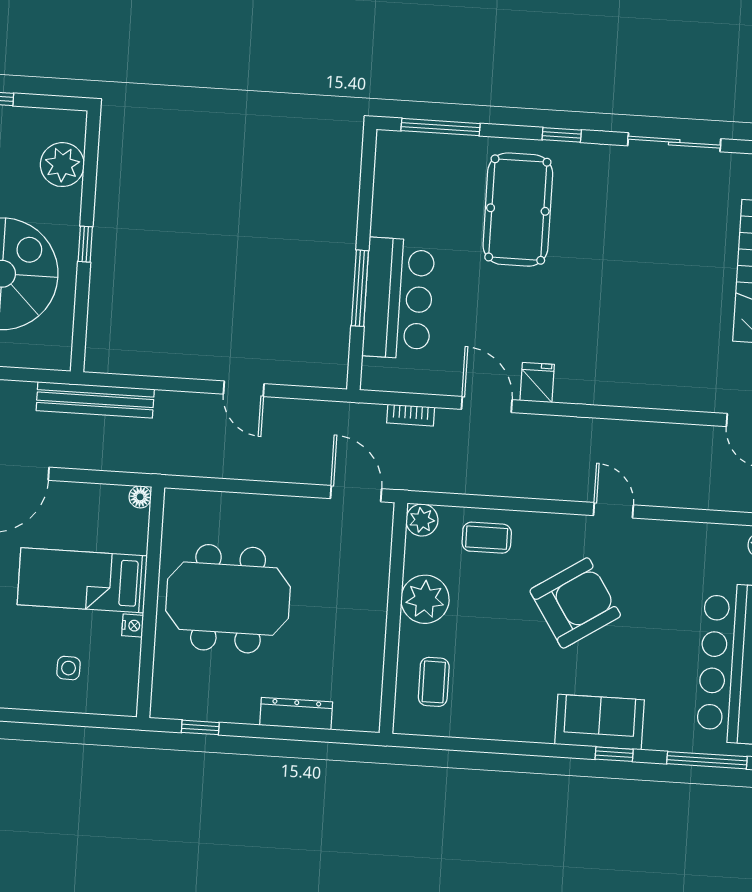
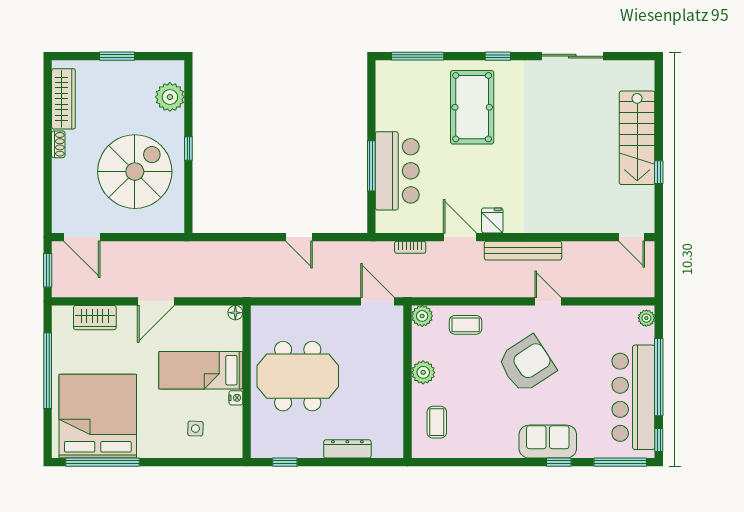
bench: (95, 400) -> (523, 251), moved
plant: (425, 599) -> (423, 372), width x0.73, depth x0.73

